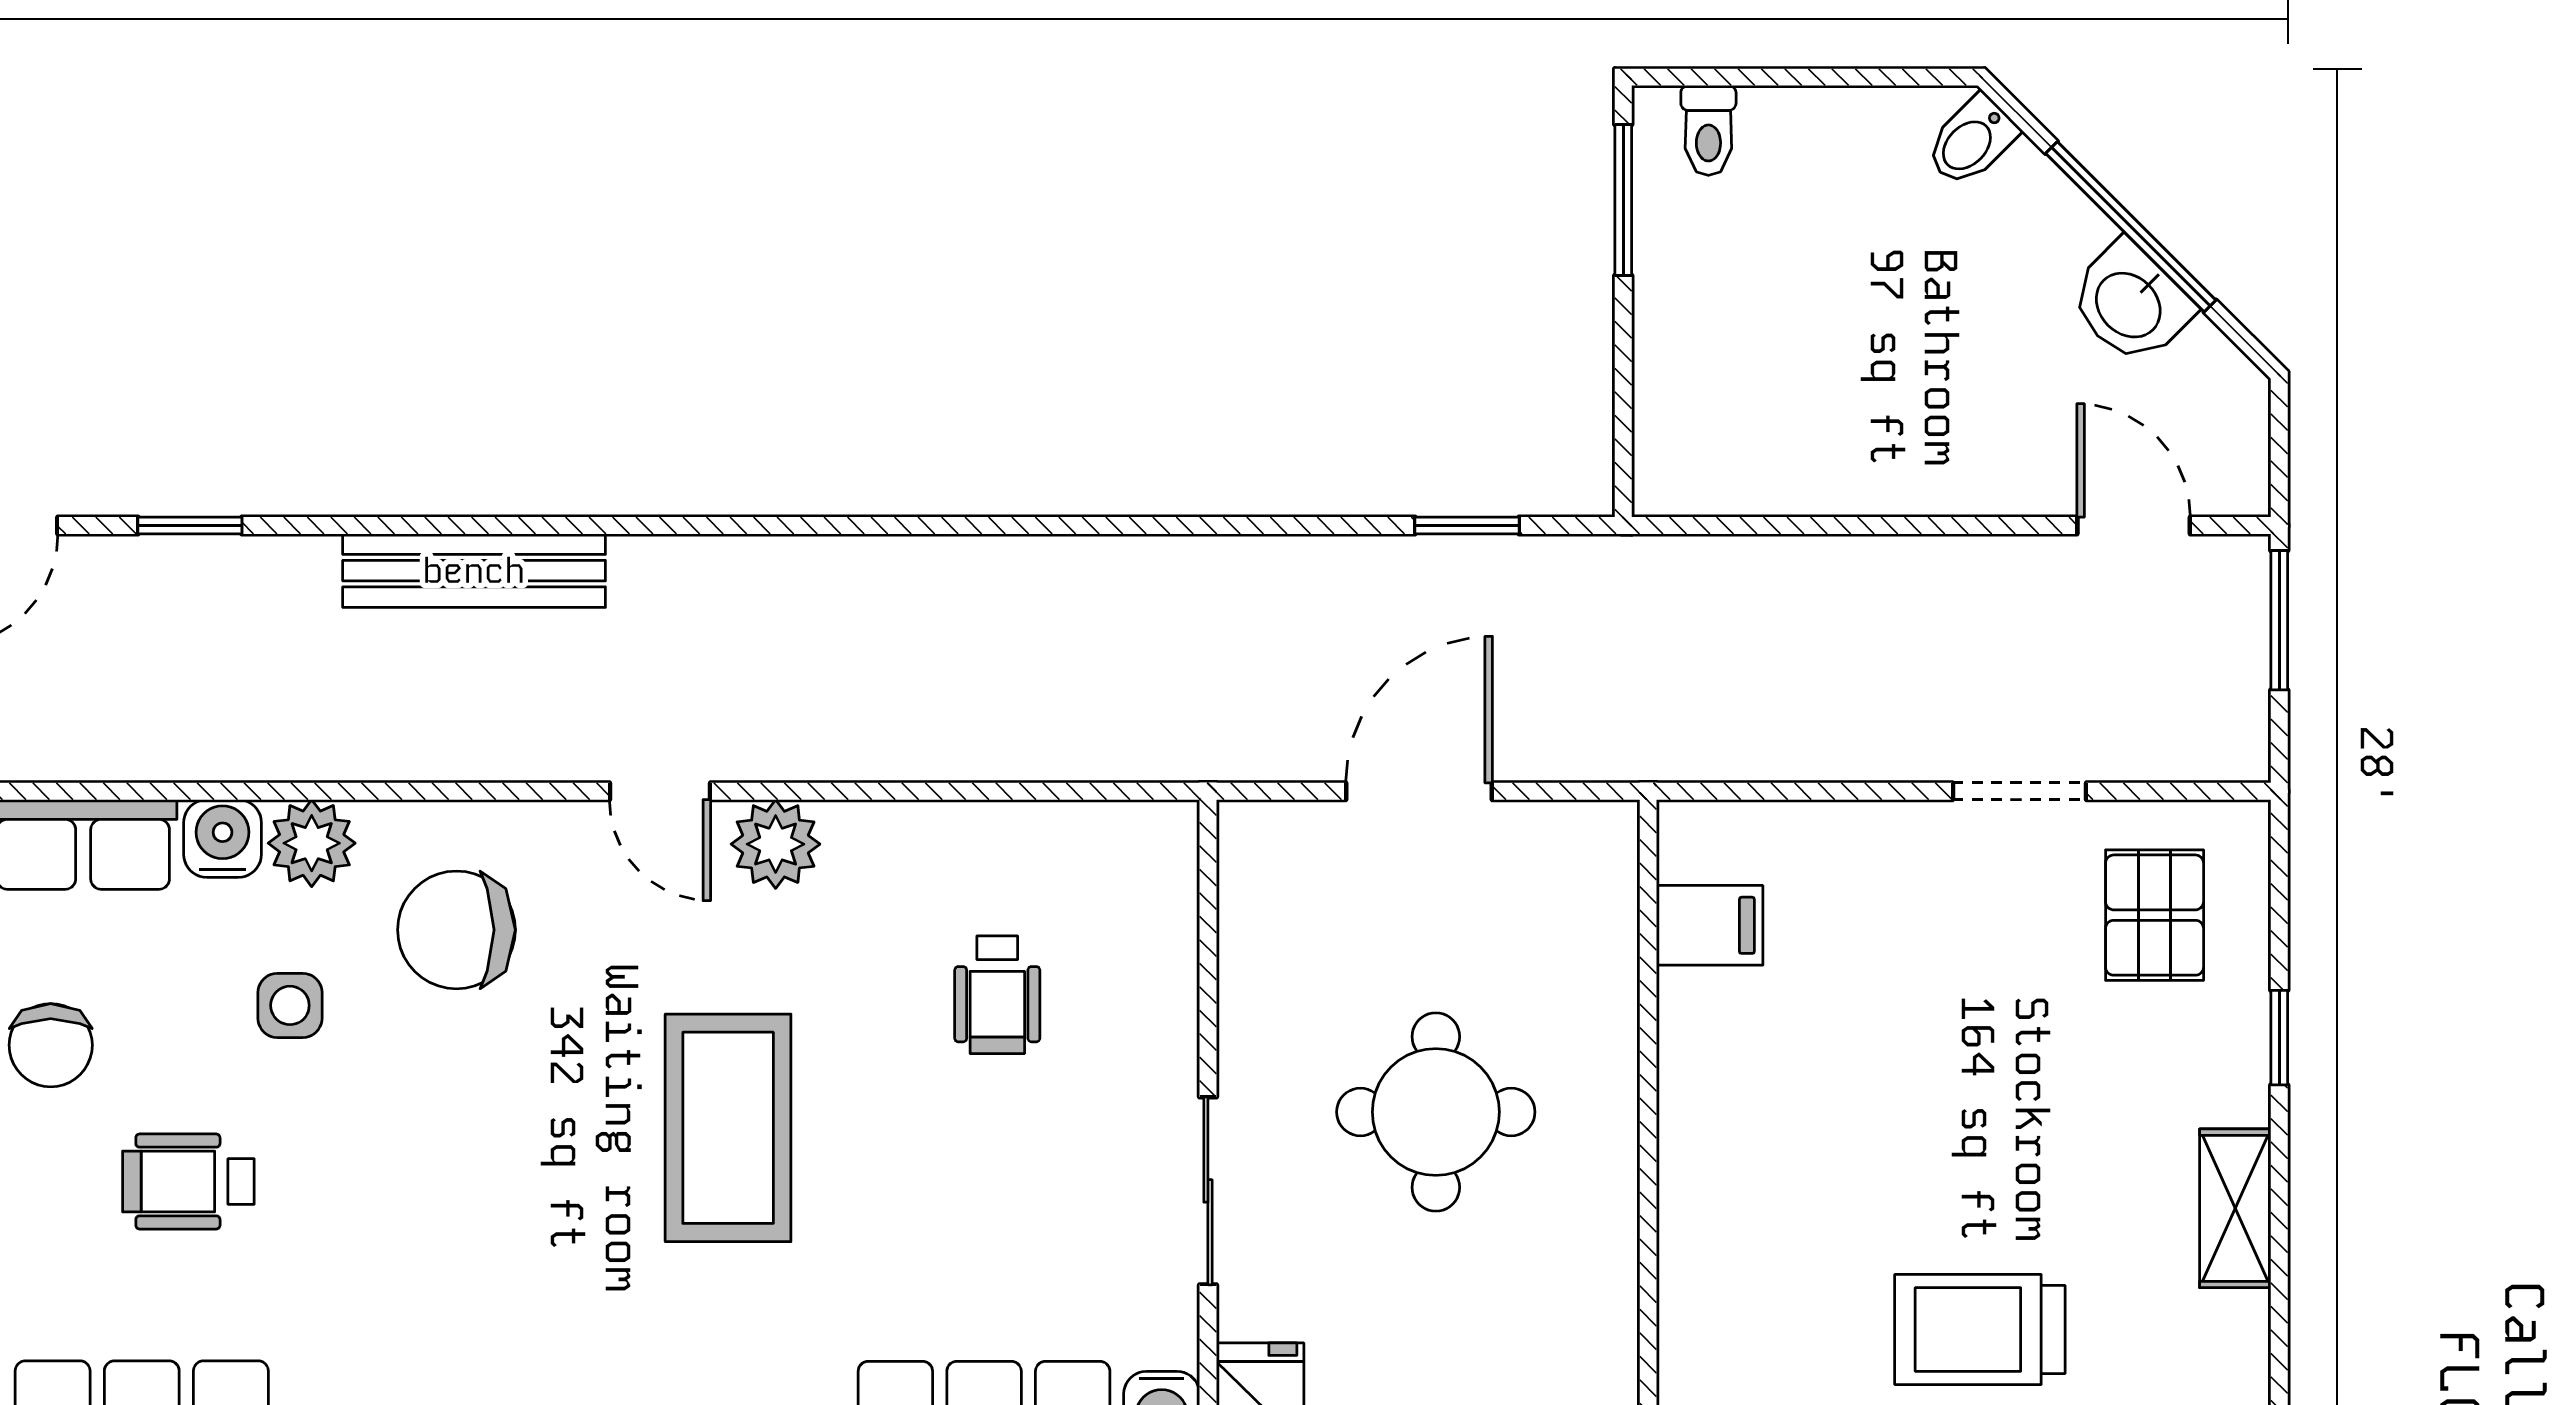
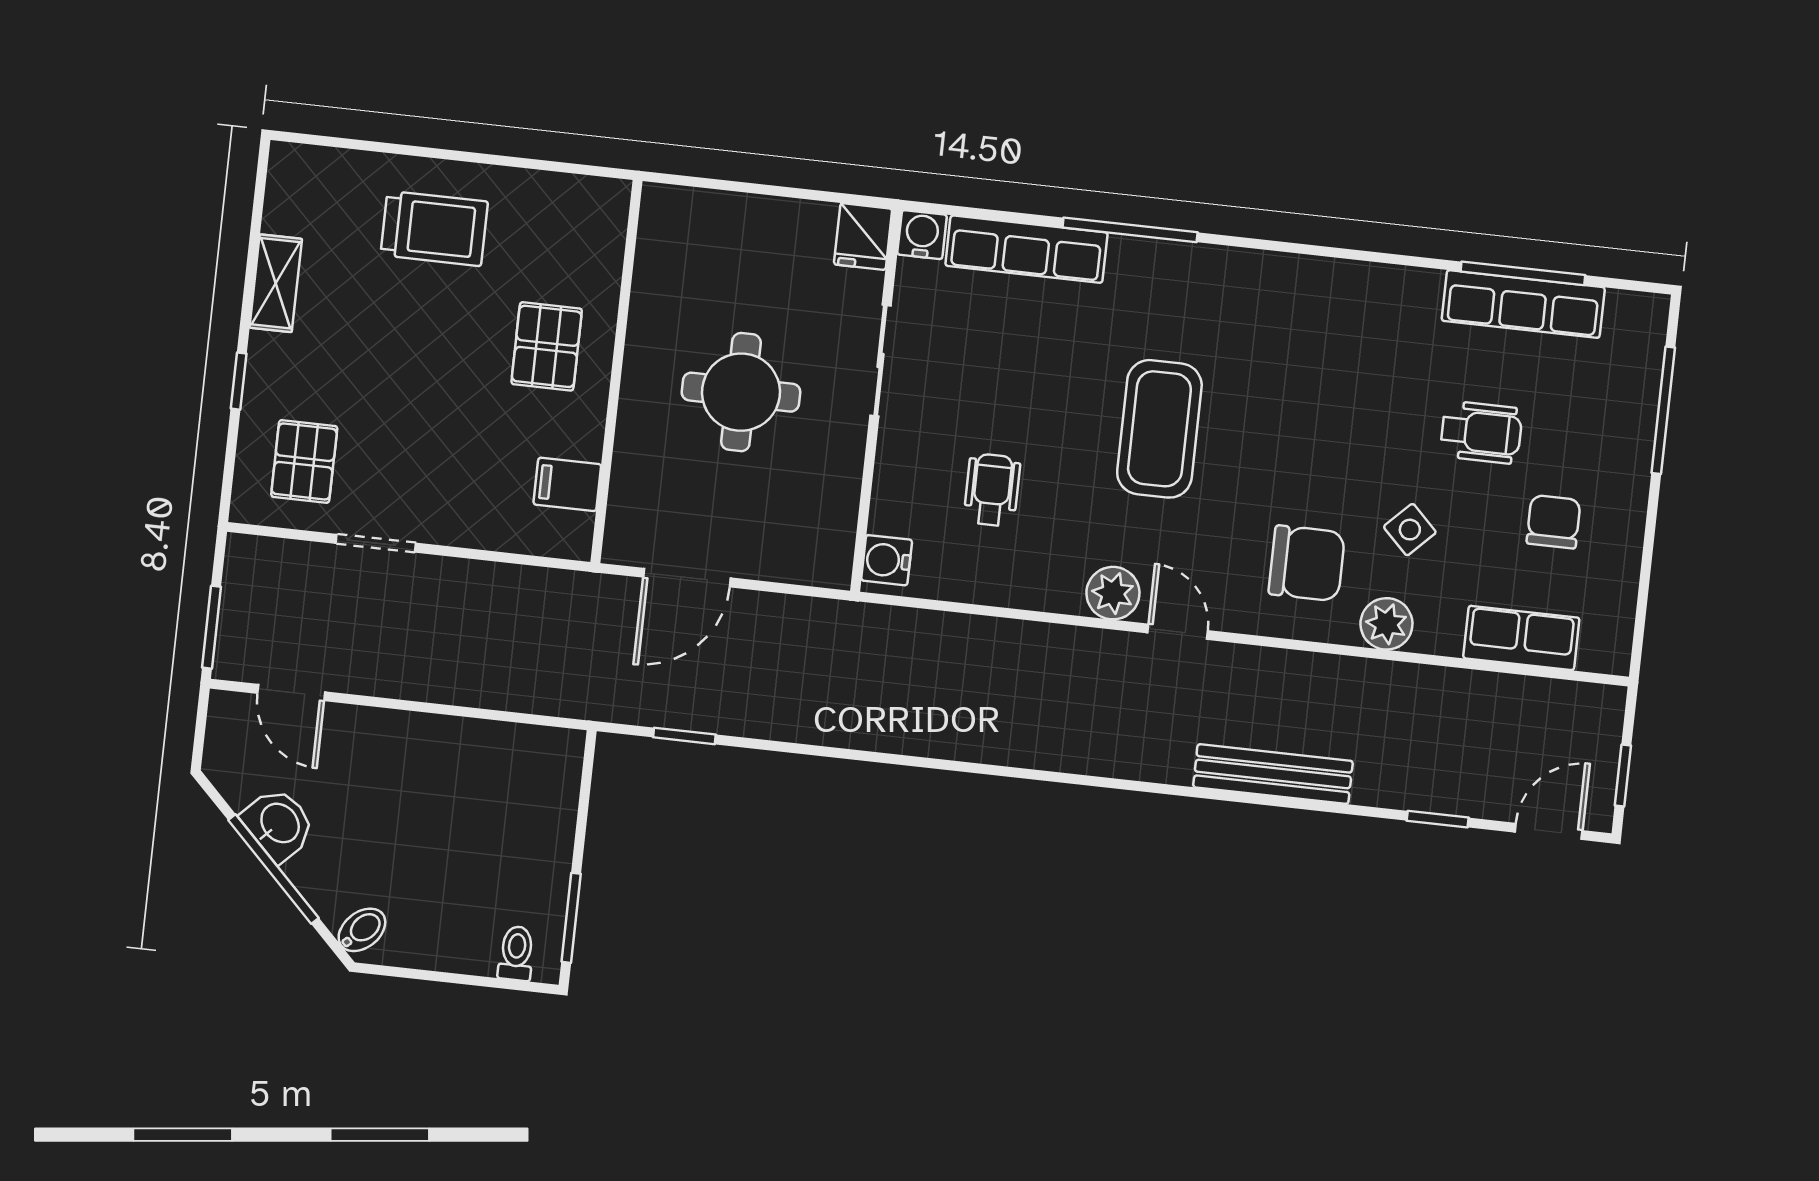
door: (1419, 791) -> (687, 578), moved
water cooler: (223, 838) -> (887, 560), moved, turned 90
side table: (290, 1005) -> (1410, 530), turned 45
pallet: (1770, 1153) -> (547, 346), added

